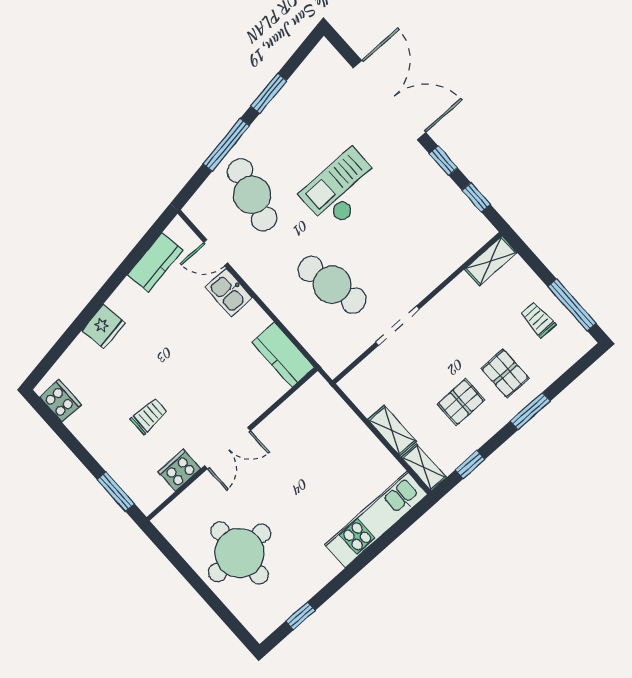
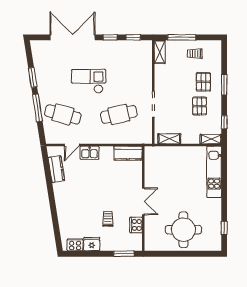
checkout: (342, 189) -> (89, 81), turned 90
window: (572, 305) -> (182, 37), moved
fridge: (103, 327) -> (92, 244), moved, turned -81
pallet: (505, 373) -> (203, 82), turned 90
shelving: (392, 430) -> (169, 139), moved

